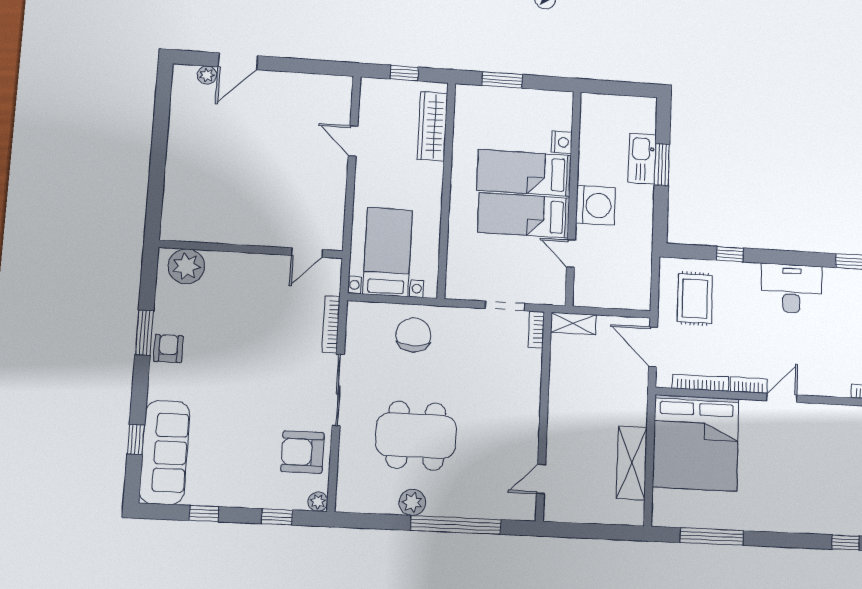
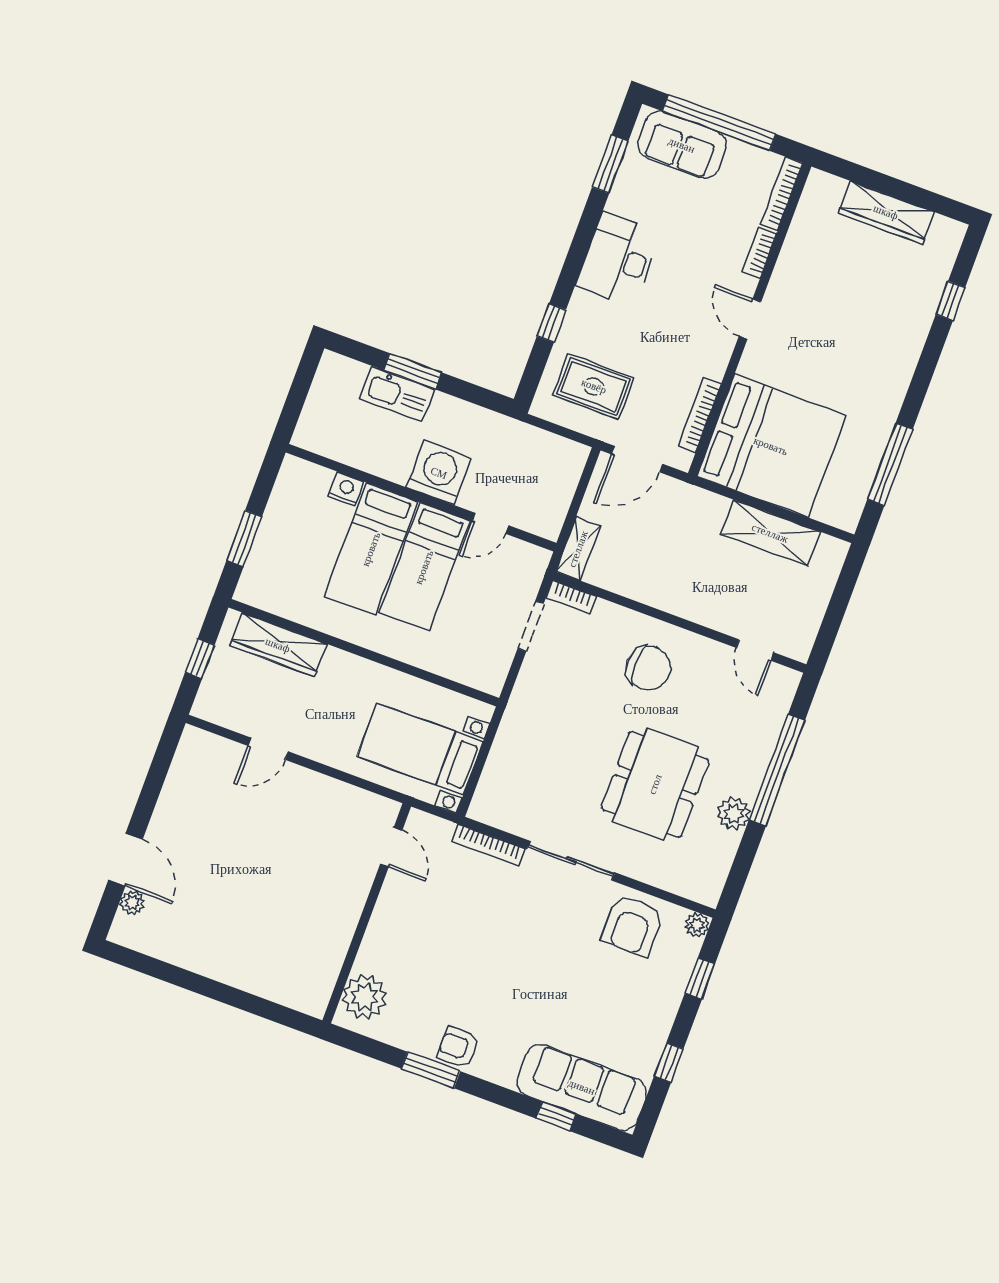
chair: (413, 335) -> (648, 668), moved, turned 180
bookcase: (749, 385) -> (759, 253), moved

